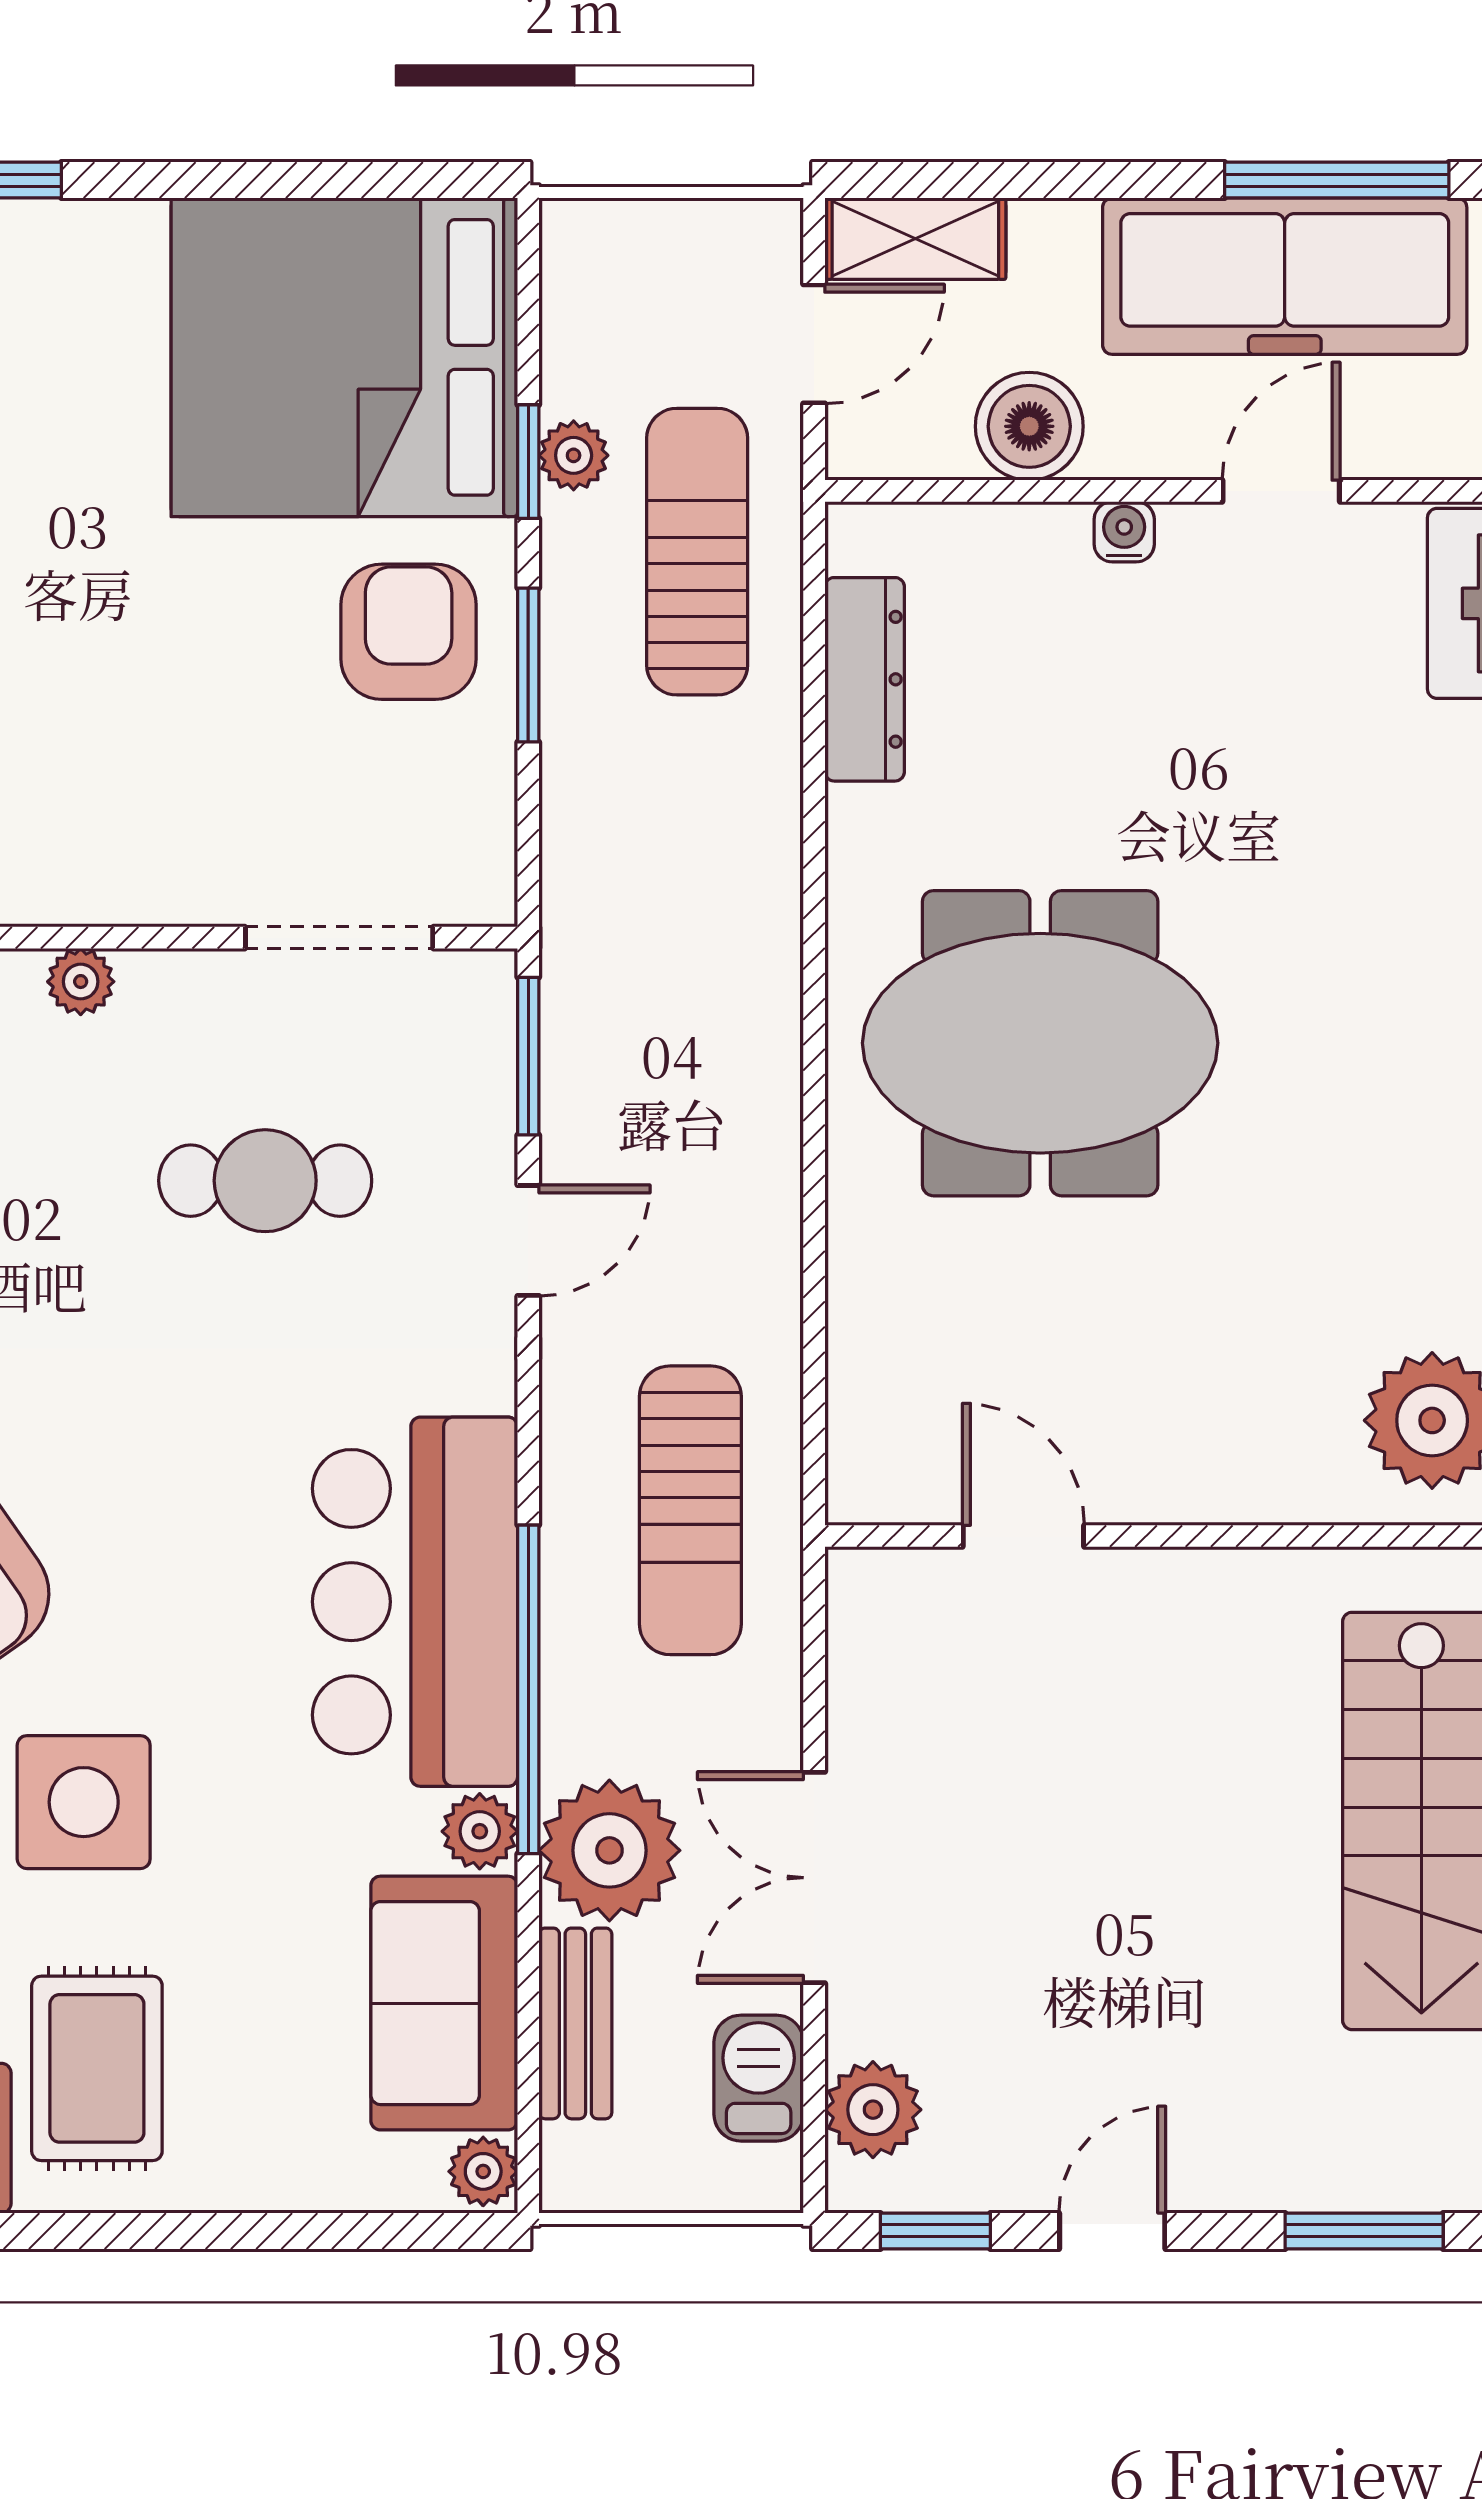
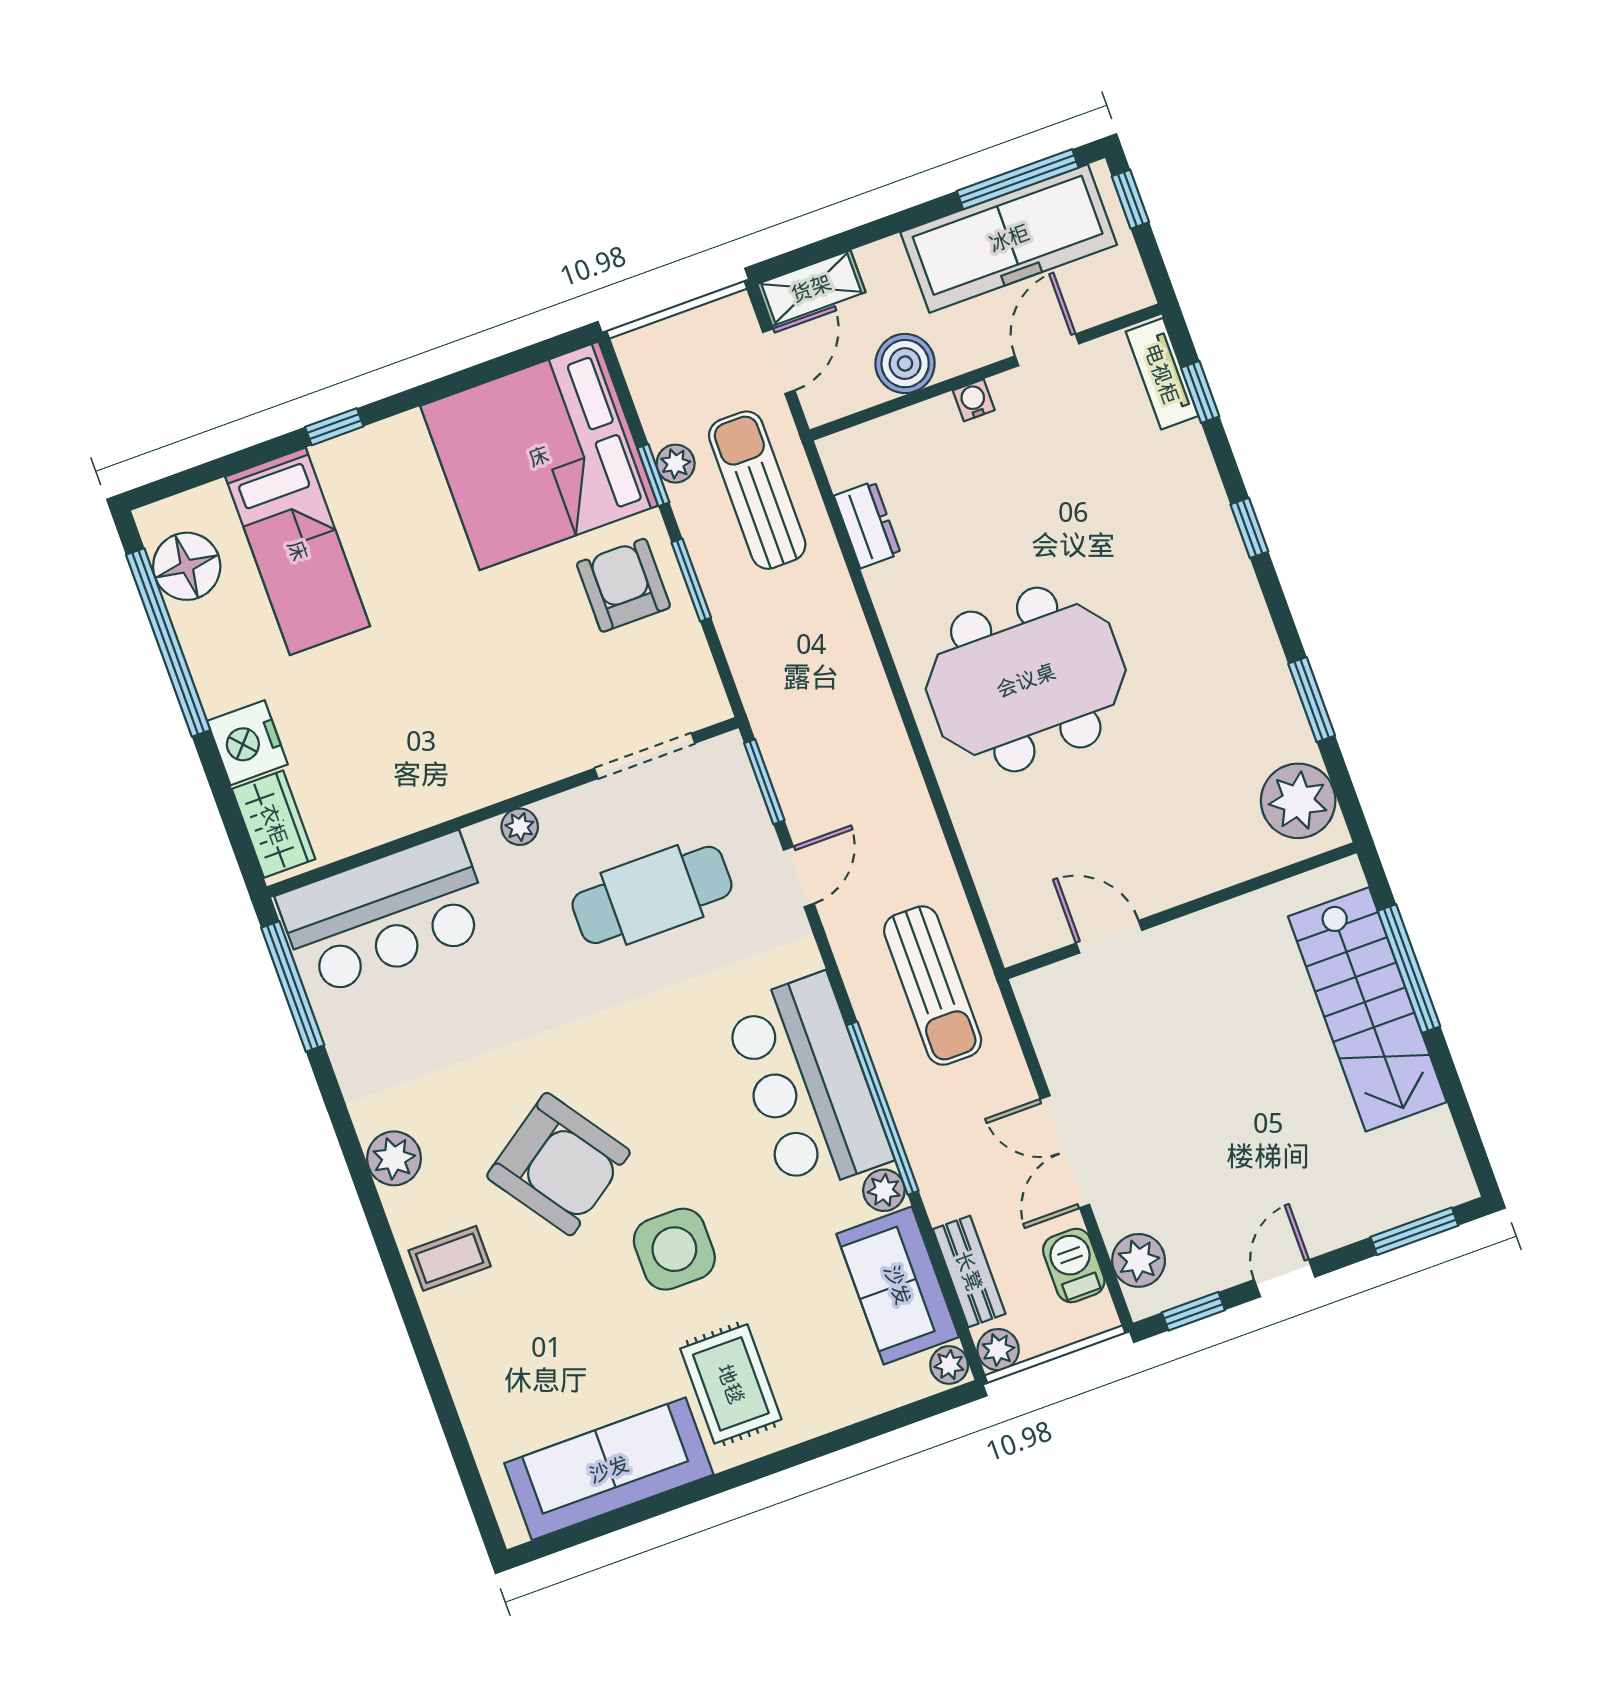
dresser: (865, 679) -> (867, 525), width x0.70
cafe table: (265, 1181) -> (652, 895), width x1.37, depth x1.35
plant: (609, 1850) -> (998, 1350), moved, width x0.53, depth x0.53

